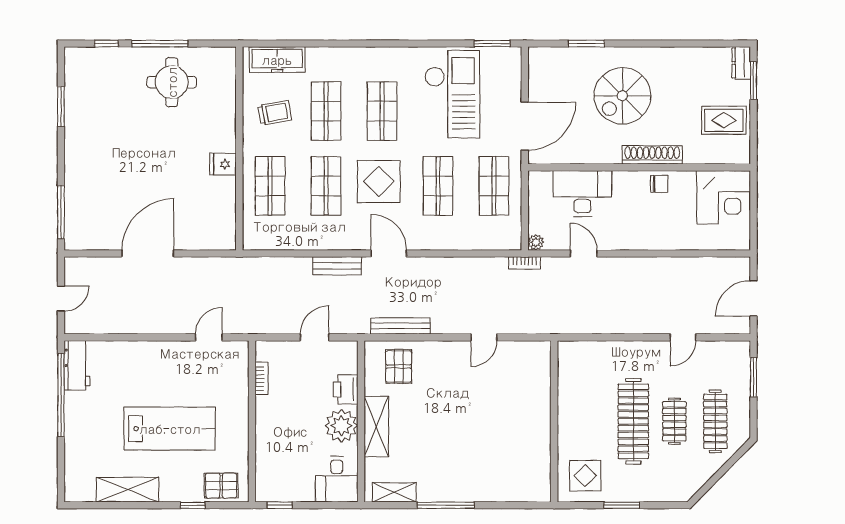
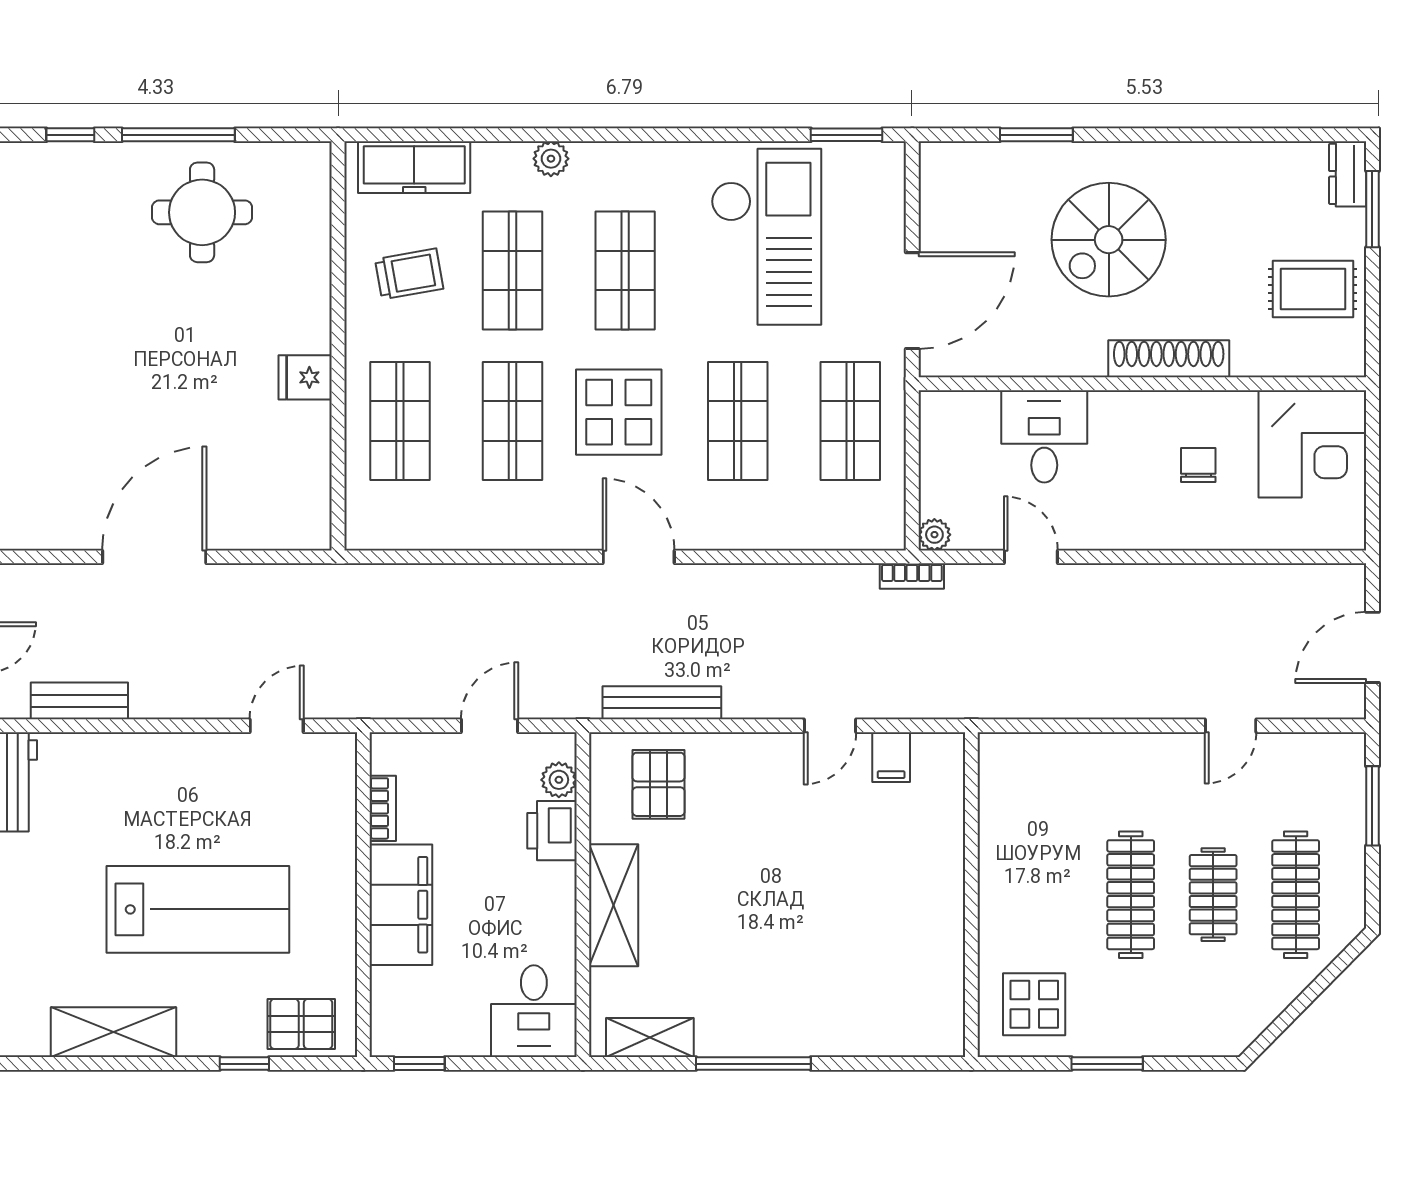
plant: (345, 55) -> (551, 159), added
chair: (659, 184) -> (1198, 465), moved, turned -90
desk: (582, 194) -> (1044, 436), width x0.73
bench: (337, 266) -> (79, 701), moved
filing cabinet: (514, 353) -> (891, 757), added
clothes rail: (633, 421) -> (1131, 895), width x0.73, depth x0.76
filing cabinet: (271, 426) -> (401, 905), added
plant: (341, 426) -> (559, 780), moved, width x0.53, depth x0.53

